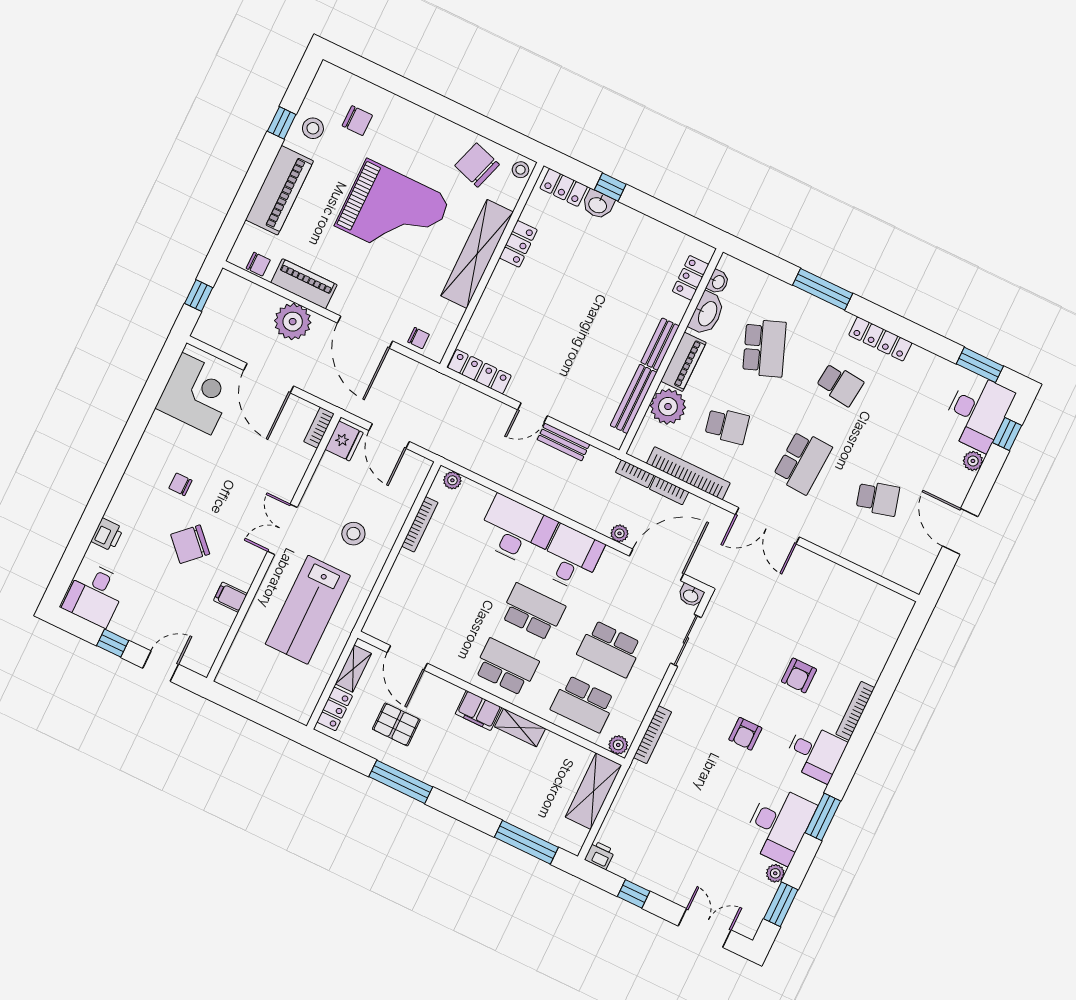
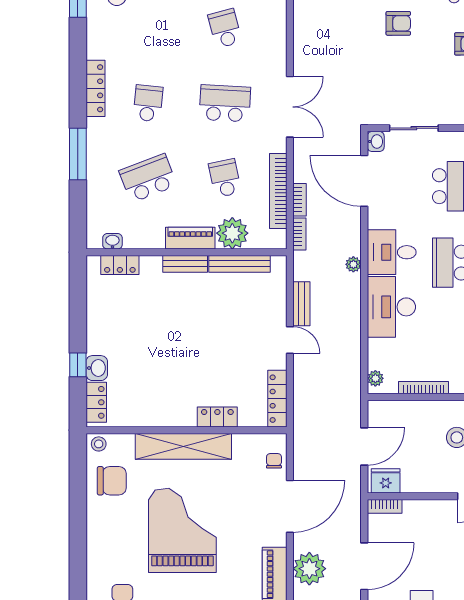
chair: (477, 165) -> (112, 481), turned -108
locker: (518, 244) -> (217, 417), moved
washbasin: (707, 313) -> (142, 238), removed
plant: (619, 533) -> (353, 264), moved

